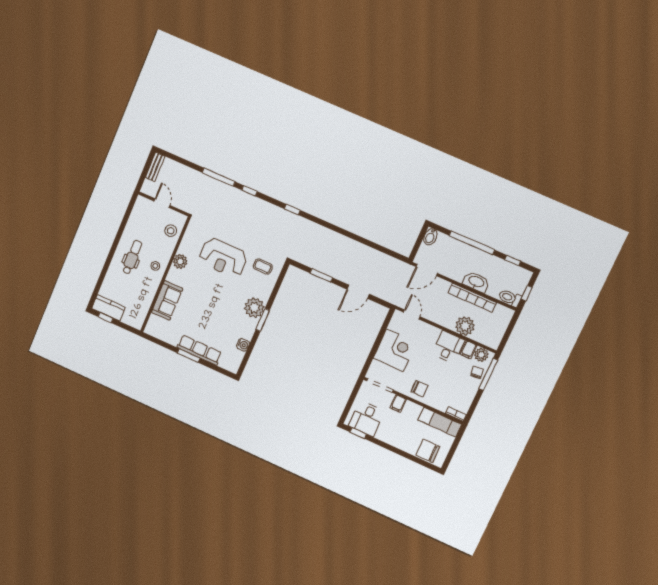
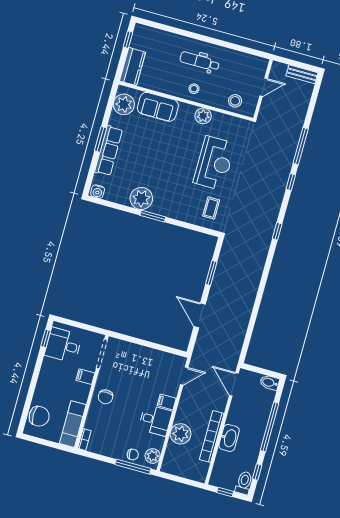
dental chair: (132, 257) -> (200, 61), turned 180
reception desk: (223, 258) -> (214, 163), turned 180
toilet: (510, 298) -> (244, 483), moved
kitchen counter: (109, 308) -> (133, 67), moved
plant: (254, 308) -> (141, 198), moved
plant: (161, 330) -> (124, 104), added
water cooler: (243, 345) -> (98, 192), moved
corner desk: (395, 350) -> (143, 364), removed
filing cabinet: (468, 350) -> (167, 402), moved
chair: (428, 451) -> (39, 416), turned 90

